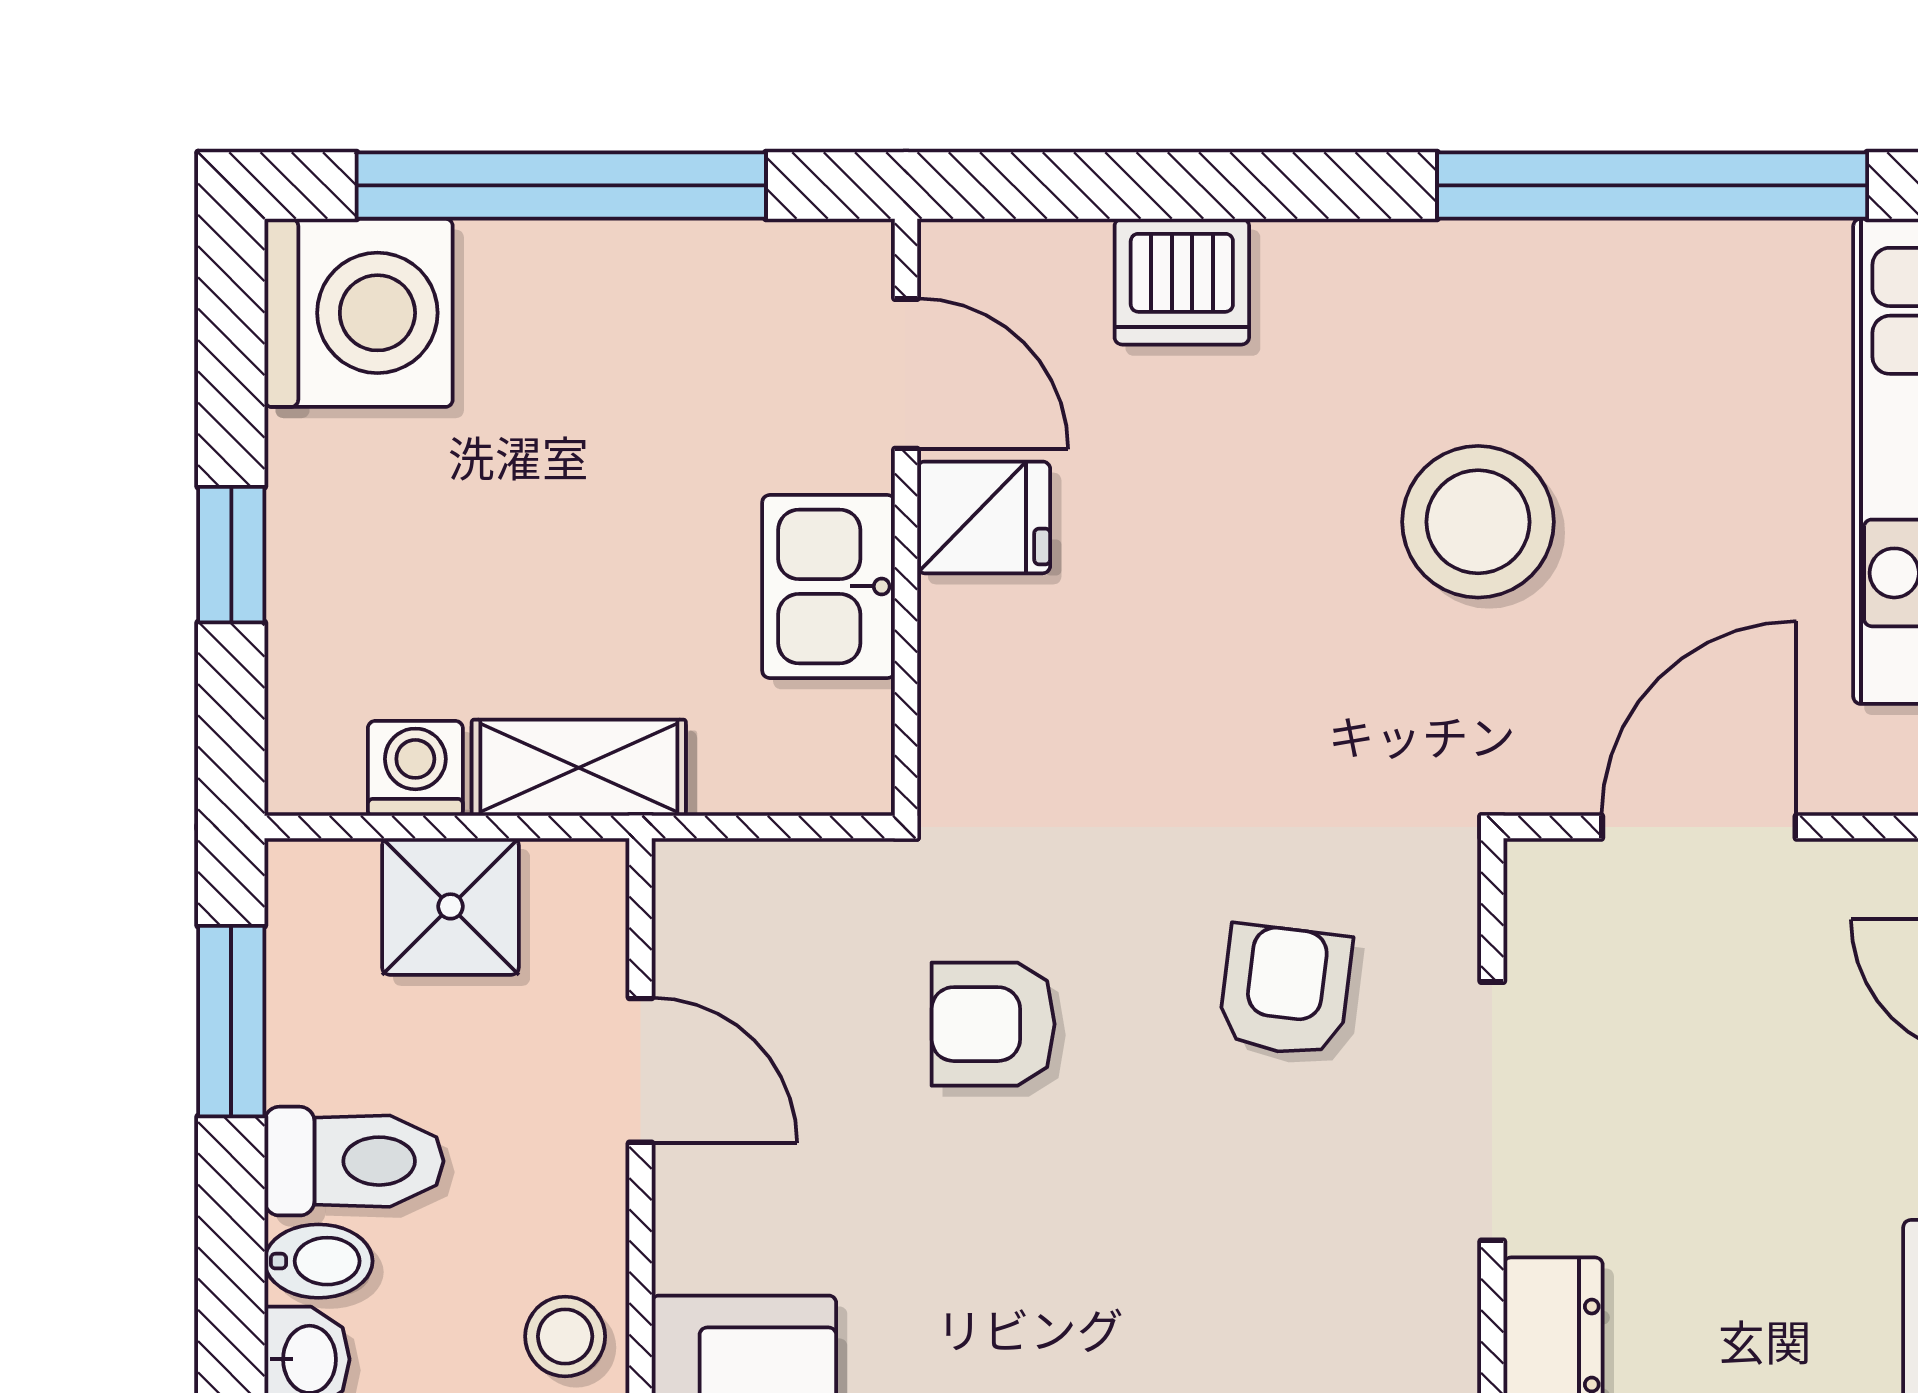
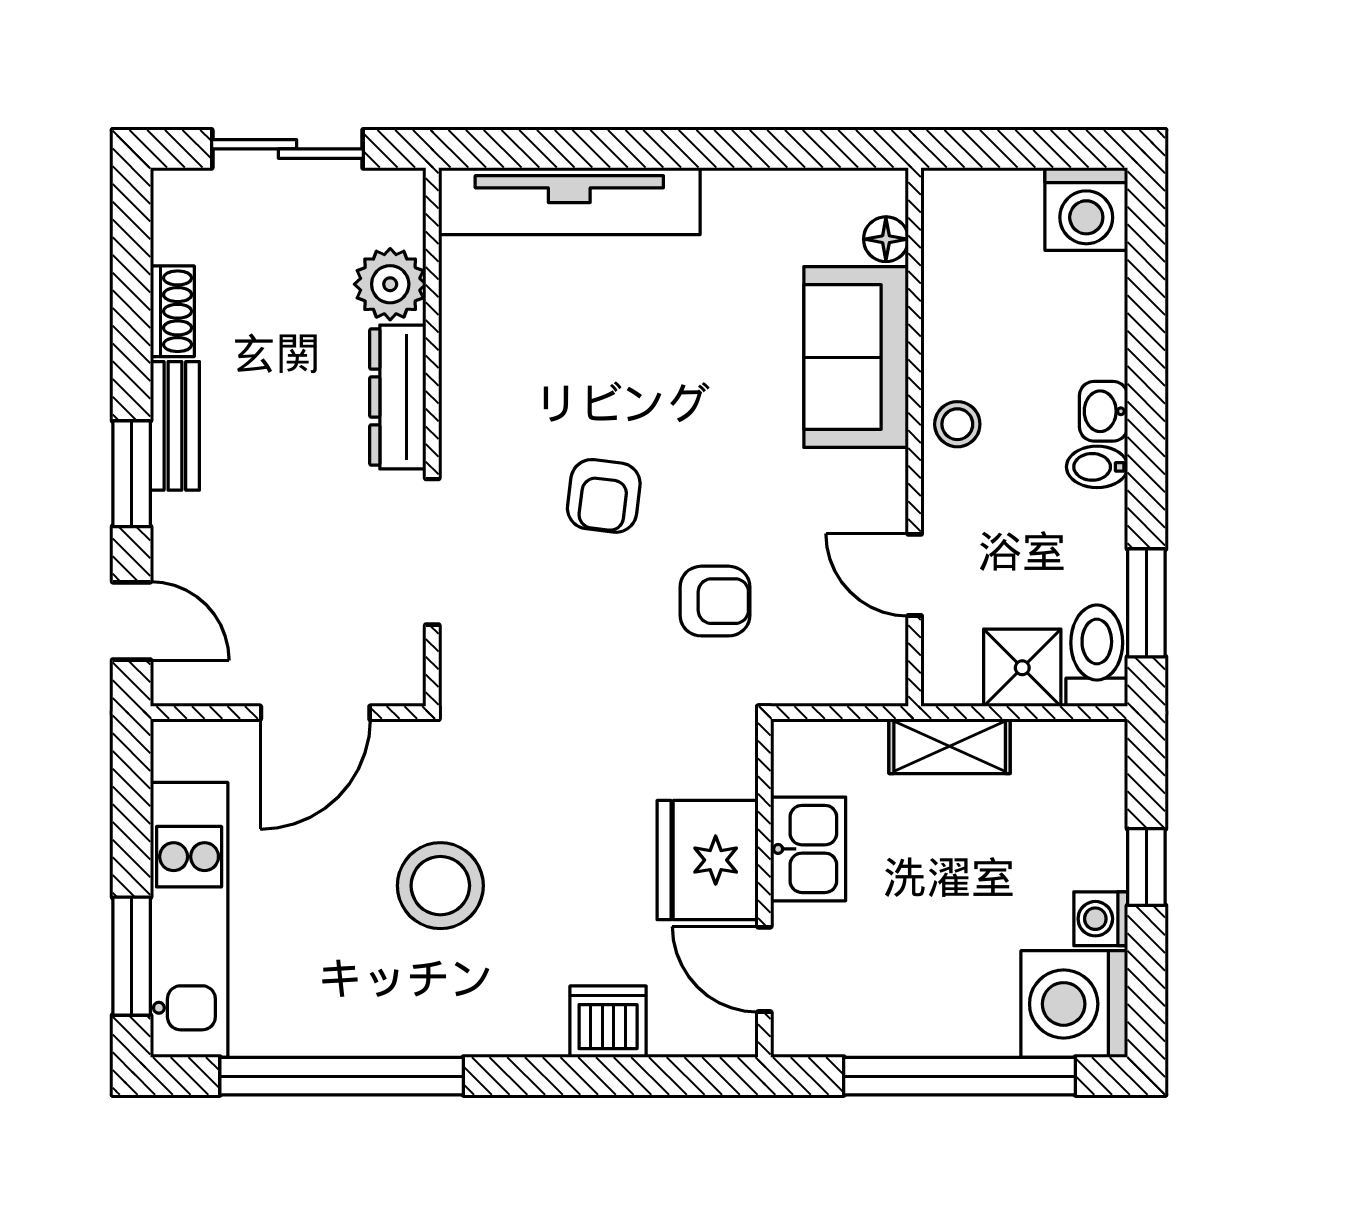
fridge: (984, 517) -> (708, 860), width x1.88, depth x1.34
washing machine: (415, 768) -> (1101, 919), moved, turned 90
armchair: (1285, 991) -> (604, 496), moved
toilet: (354, 1161) -> (1097, 656), moved, turned 90

